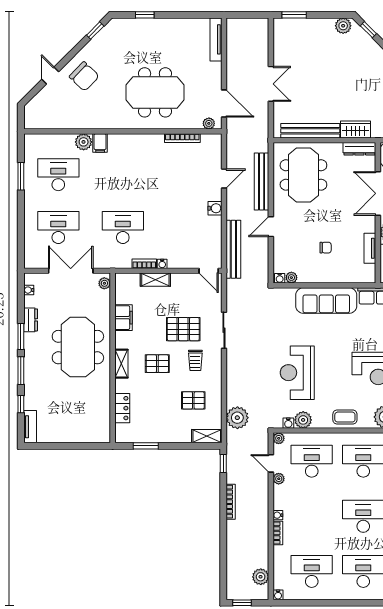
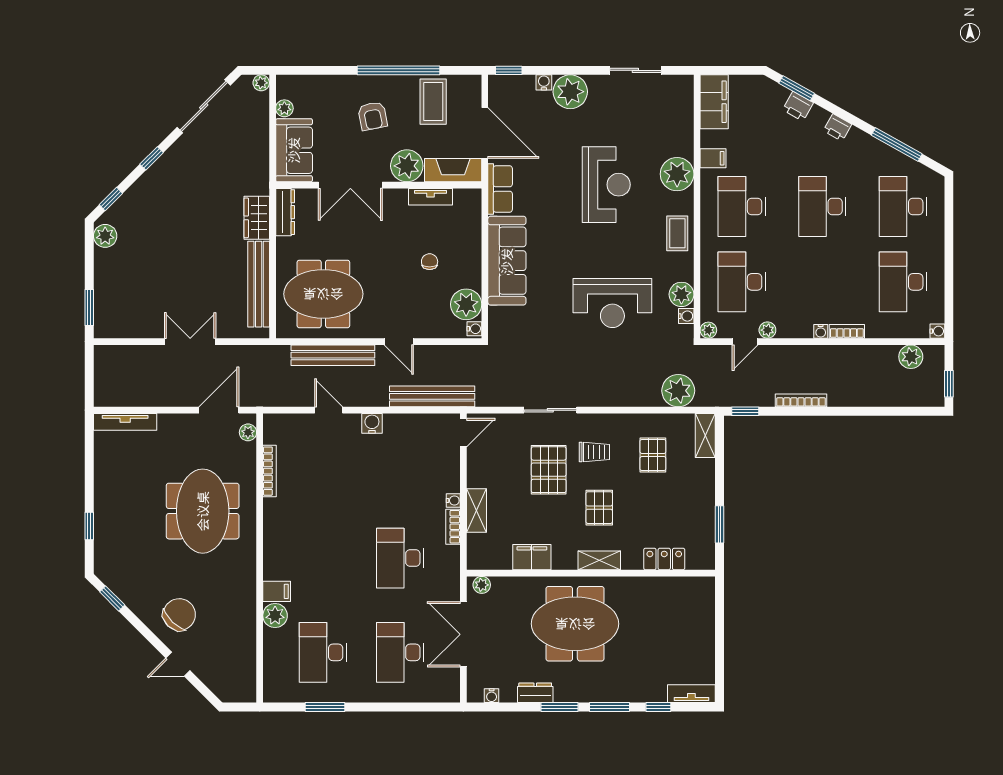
plant: (291, 278) -> (466, 304), width x1.88, depth x1.88

